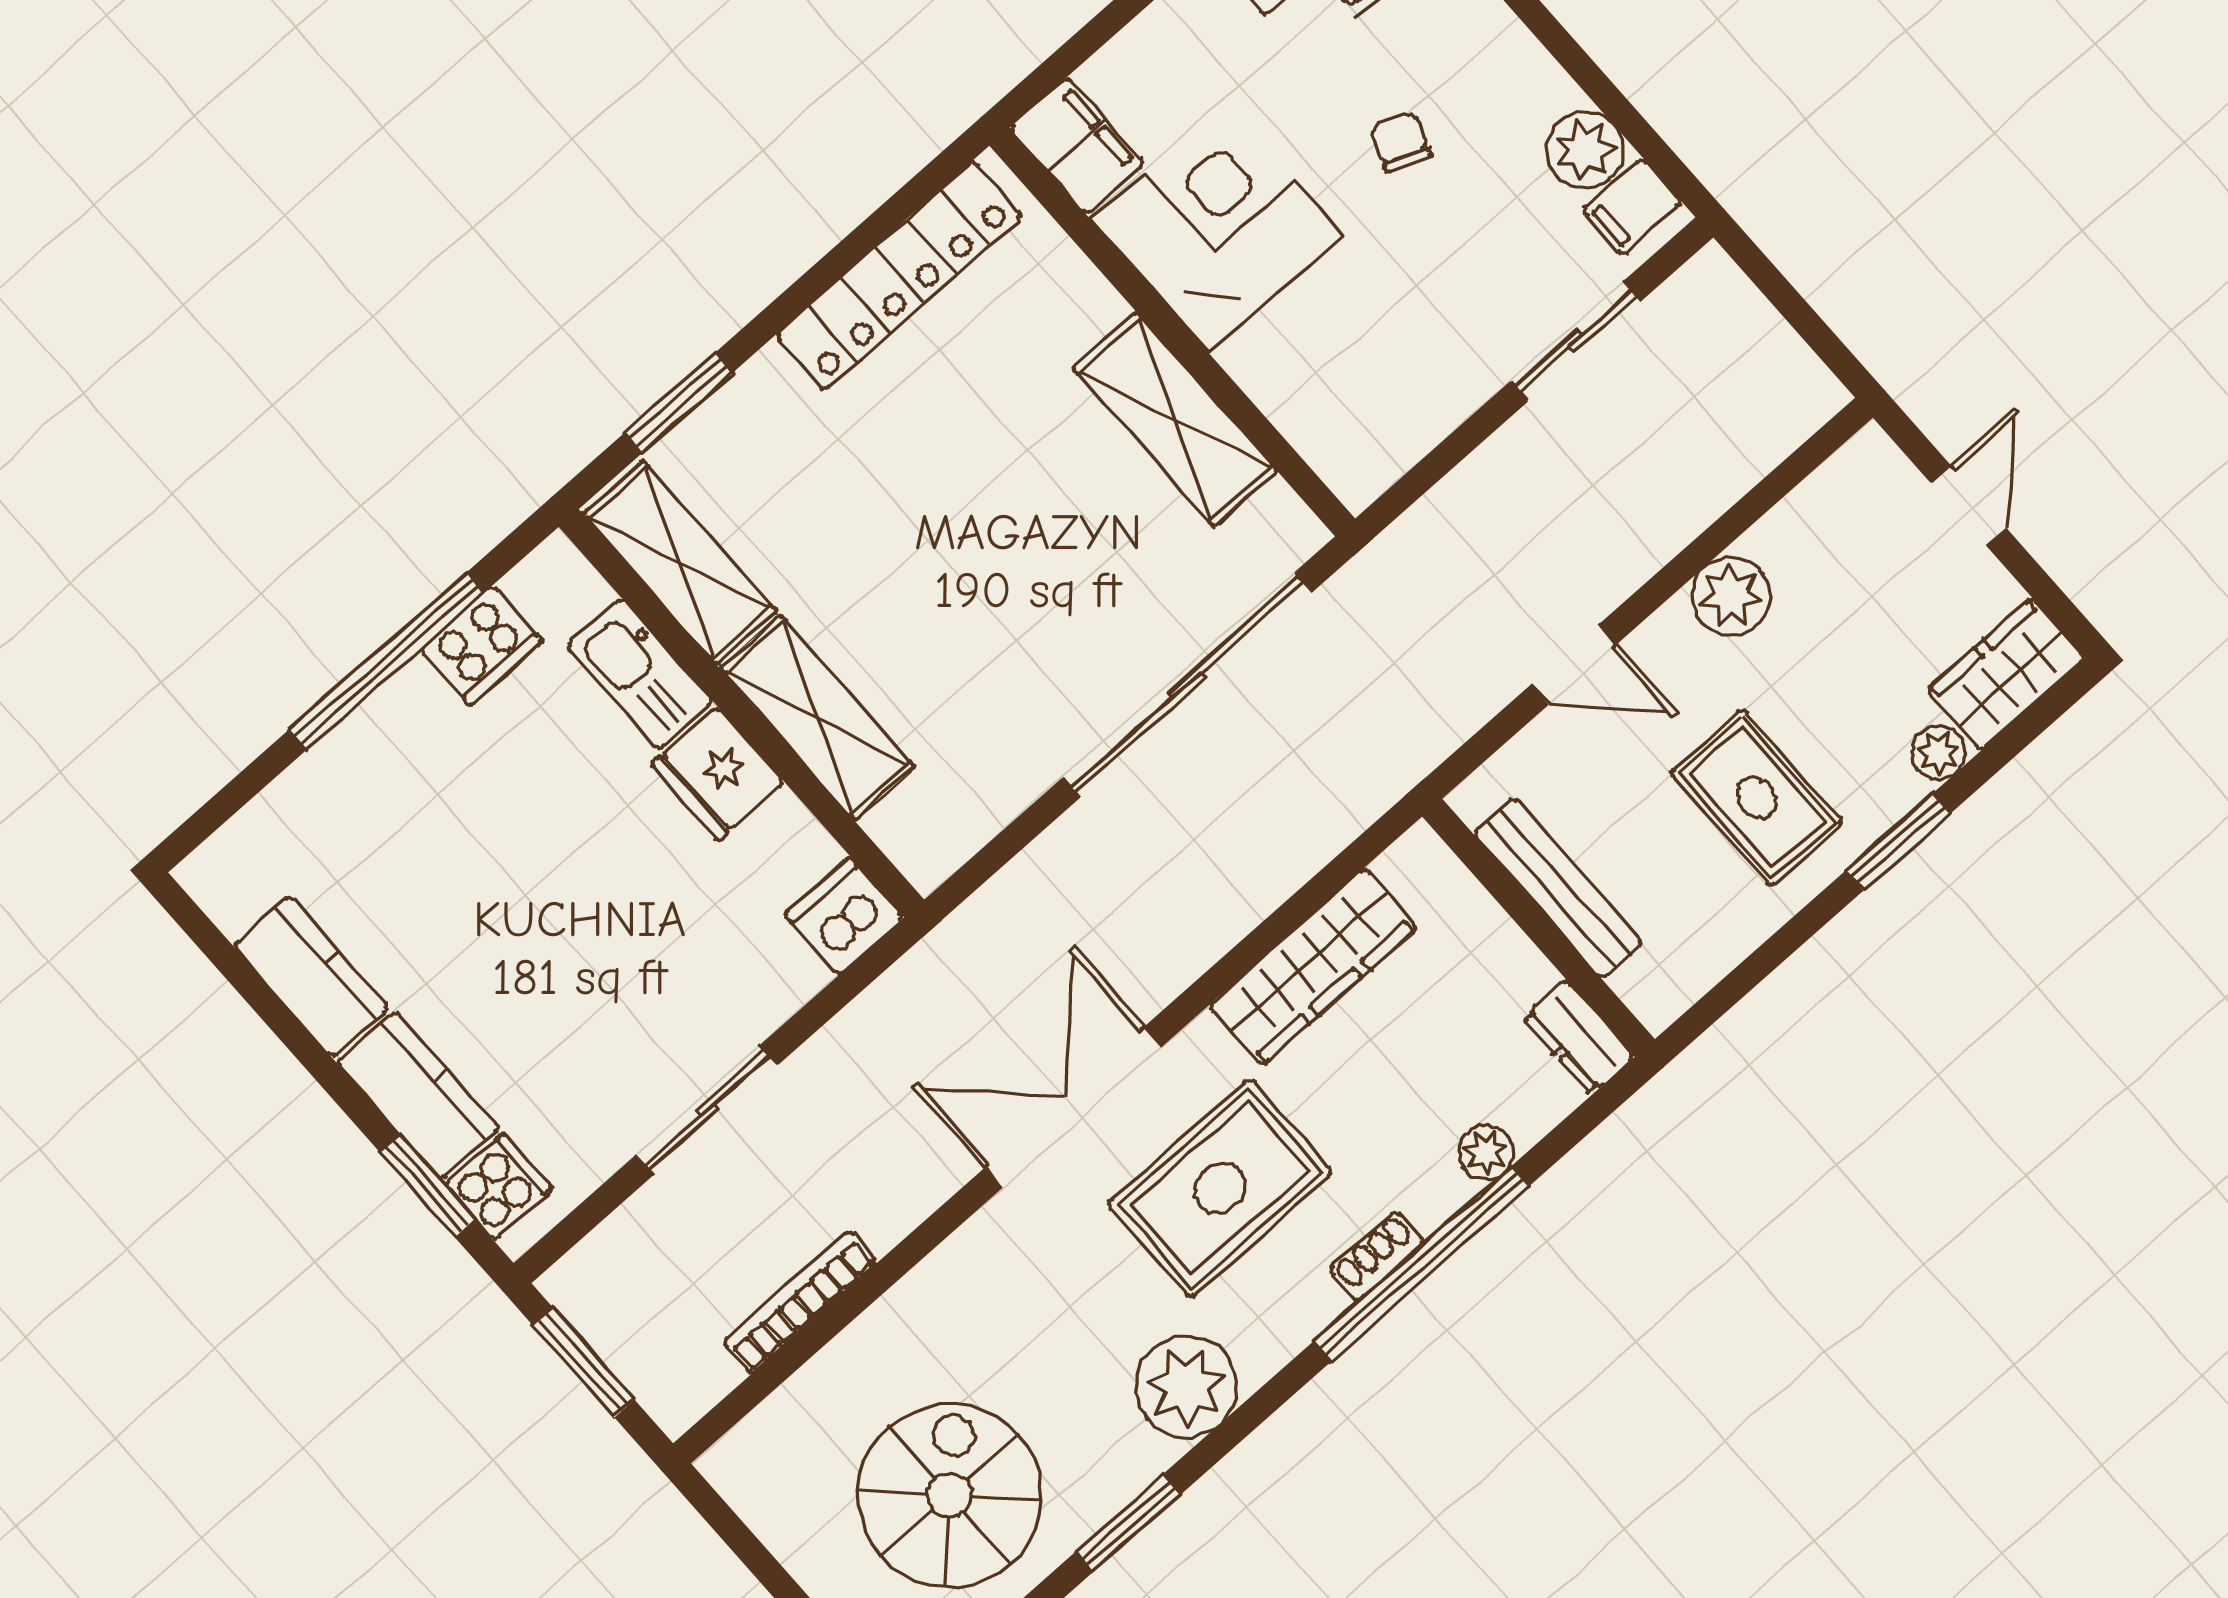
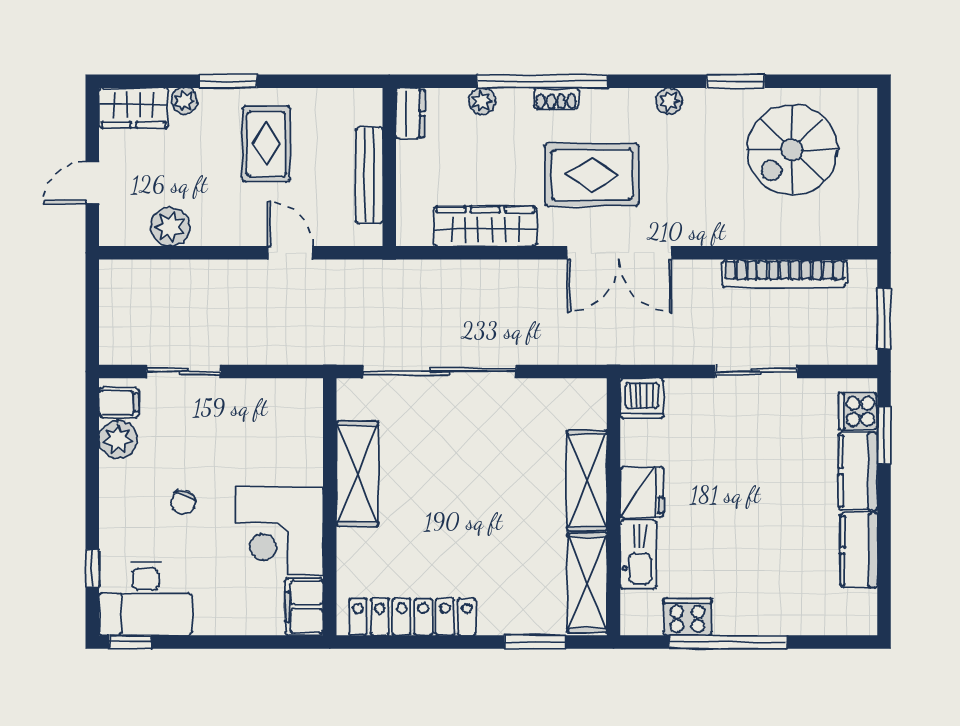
plant: (1731, 596) -> (170, 227), moved
bookcase: (800, 1302) -> (784, 273), width x1.48, depth x1.31
plant: (1186, 1386) -> (669, 101), width x0.53, depth x0.53

